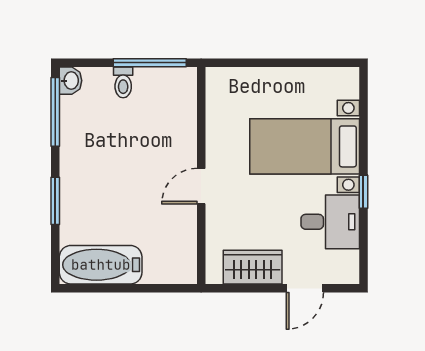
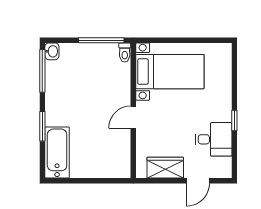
toilet: (123, 82) -> (125, 52), moved
bed with nightstands: (305, 146) -> (170, 72), moved, turned 180
bathtub: (101, 265) -> (57, 153), moved, turned 90

